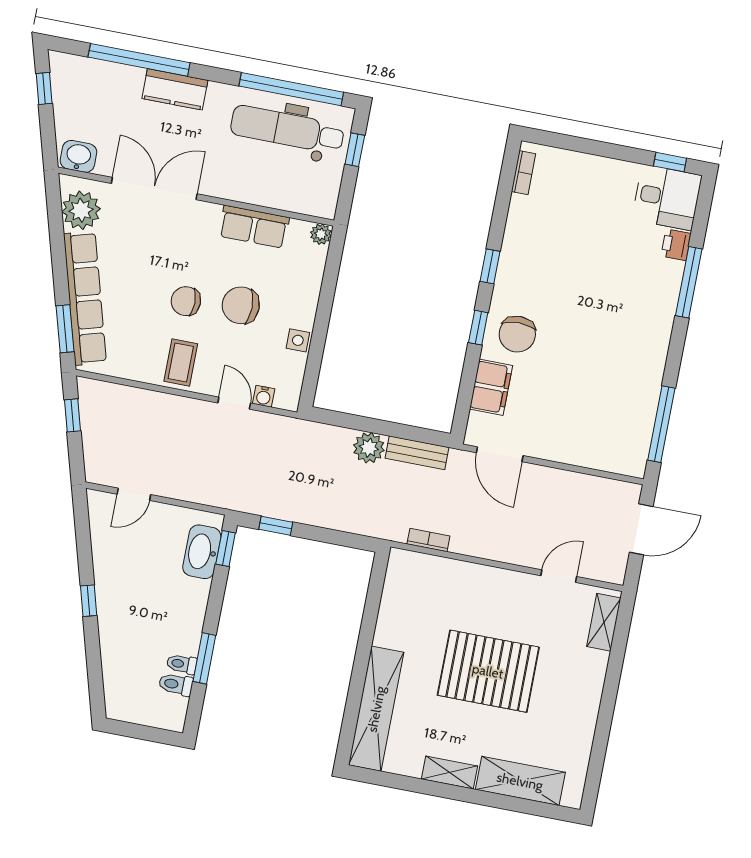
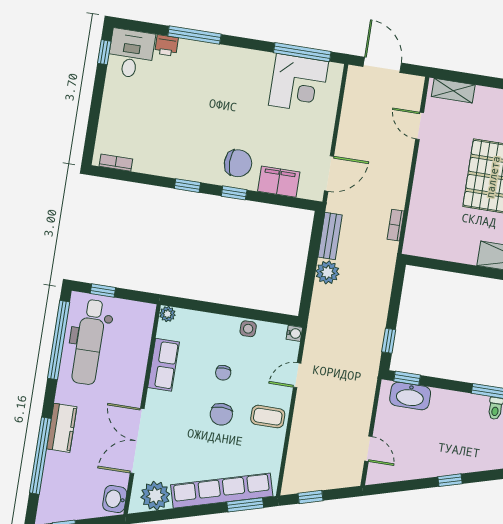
chair: (241, 305) -> (223, 373), width x0.54, depth x0.54
water cooler: (264, 396) -> (294, 333), moved
corner desk: (620, 418) -> (298, 83), added

